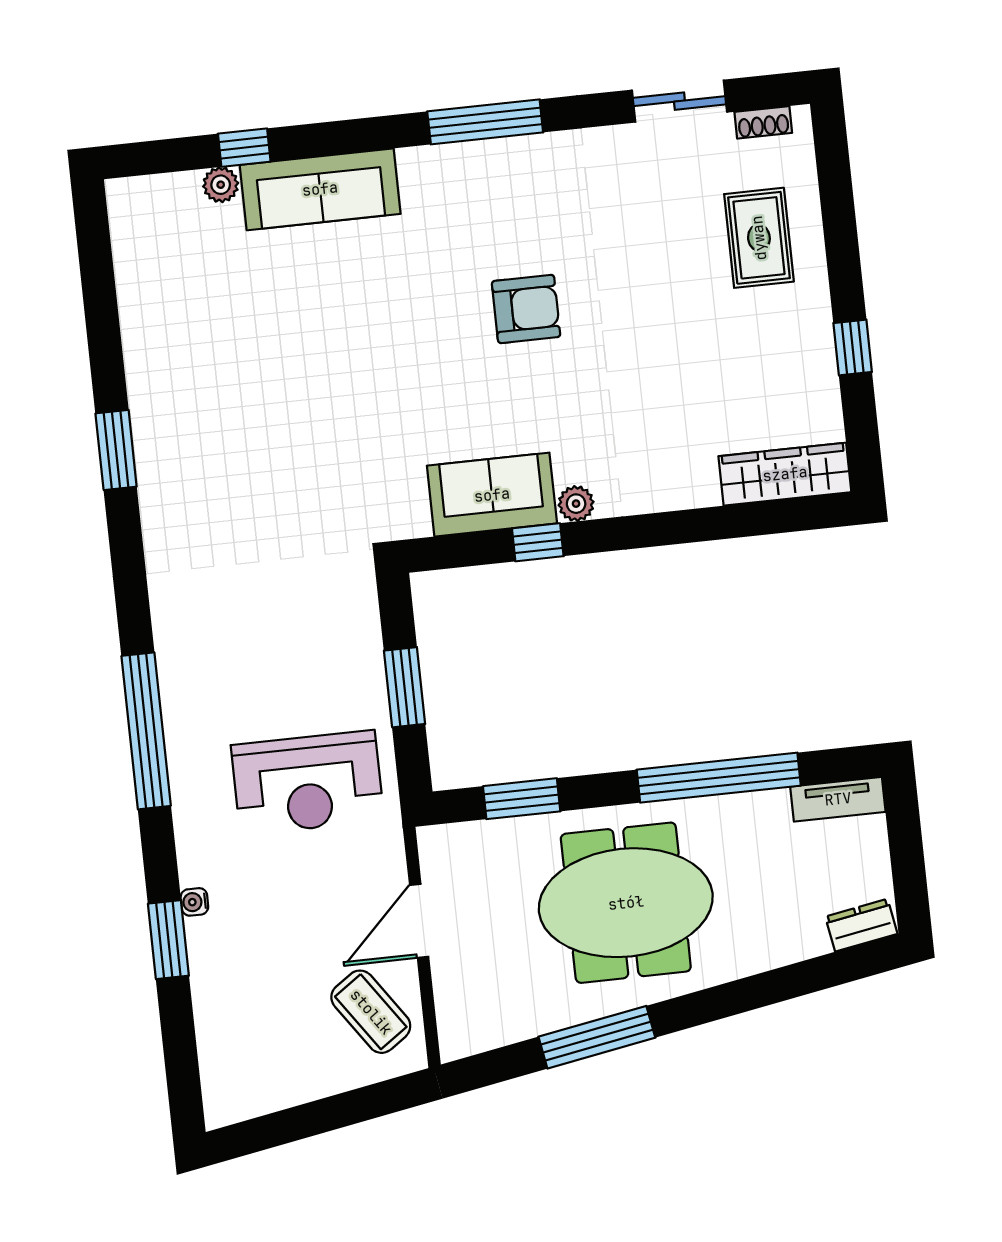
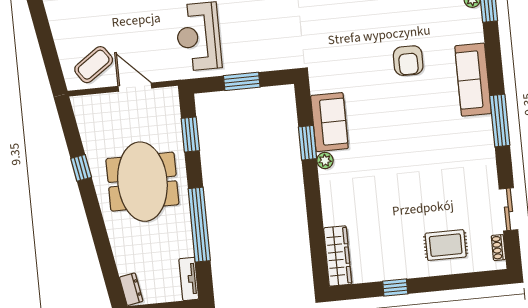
sofa: (320, 189) -> (473, 80), moved
armchair: (526, 309) -> (408, 61), moved
window: (538, 542) -> (307, 143), width x1.50
window: (597, 1037) -> (81, 168), width x0.46

